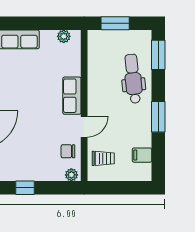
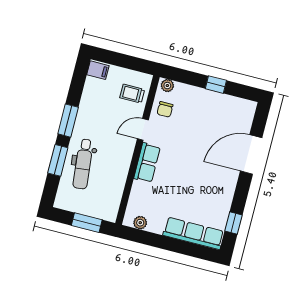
window: (158, 55) -> (58, 160), moved
chair: (68, 151) -> (165, 109), turned 90
filing cabinet: (142, 155) -> (98, 70), moved

